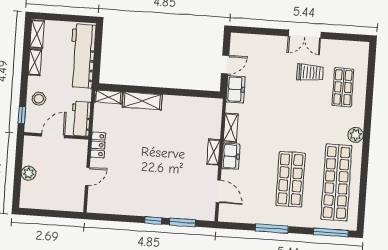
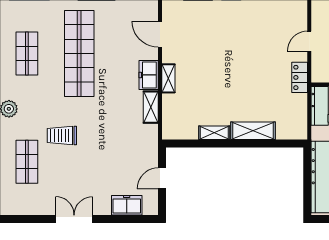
trolley: (310, 73) -> (62, 135), moved
freezer: (236, 89) -> (127, 205), moved, turned 90
shelving: (108, 97) -> (214, 133), moved
shop shelf: (290, 179) -> (79, 53), width x1.40
shop shelf: (336, 182) -> (27, 53), width x0.50, depth x0.74

